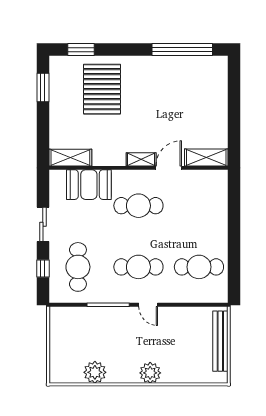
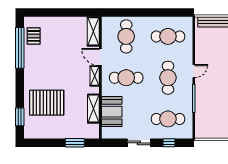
pallet: (200, 70) -> (34, 36), added
window: (43, 88) -> (75, 143), moved
shelving: (70, 158) -> (93, 109), moved
cafe table: (138, 206) -> (126, 78), turned 90
cafe table: (199, 206) -> (126, 36), added
cafe table: (199, 267) -> (168, 36), turned 90

